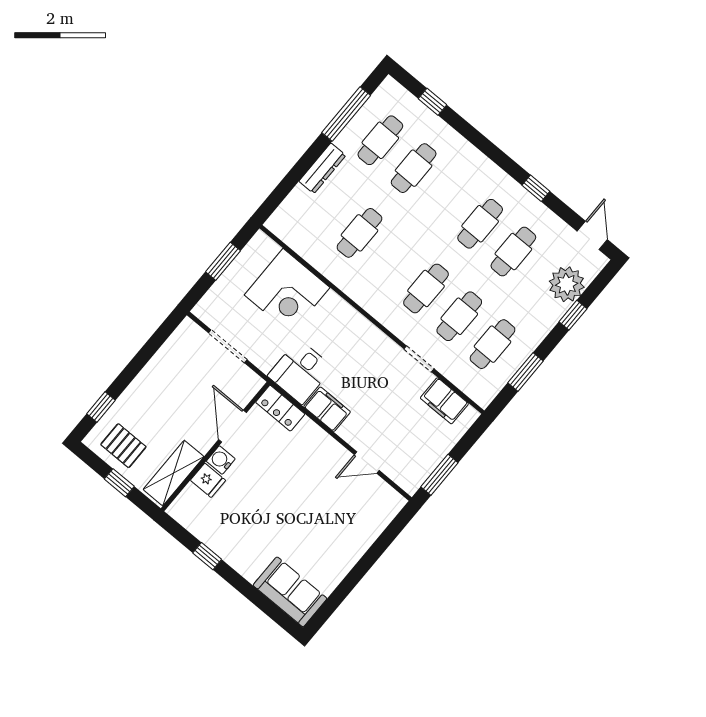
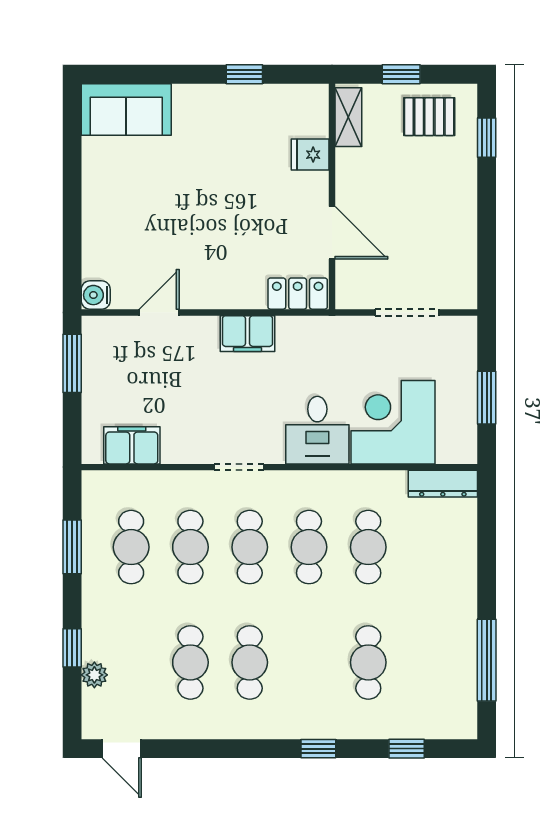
cafe table: (380, 140) -> (309, 547), moved
dresser: (322, 168) -> (443, 484), moved, turned -90
window: (536, 188) -> (318, 749), moved
plant: (567, 284) -> (94, 675), width x0.53, depth x0.53
doorway: (419, 359) -> (239, 467), moved
desk: (300, 372) -> (317, 430), moved, turned 180
water cooler: (221, 460) -> (96, 295), moved, turned 180
shelving: (173, 473) -> (348, 117), width x0.67, depth x0.75

